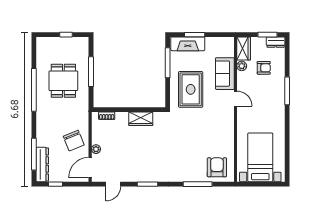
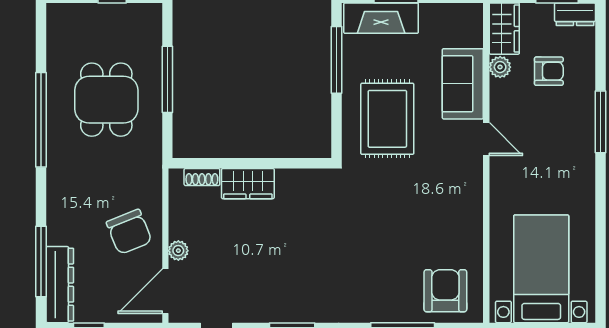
wardrobe: (141, 119) -> (248, 184), moved

